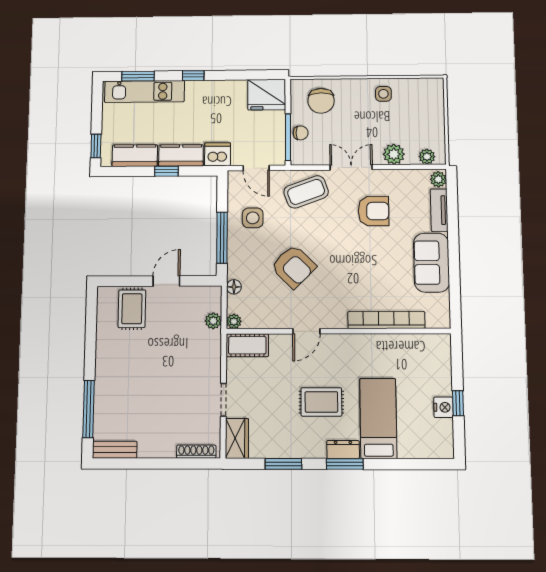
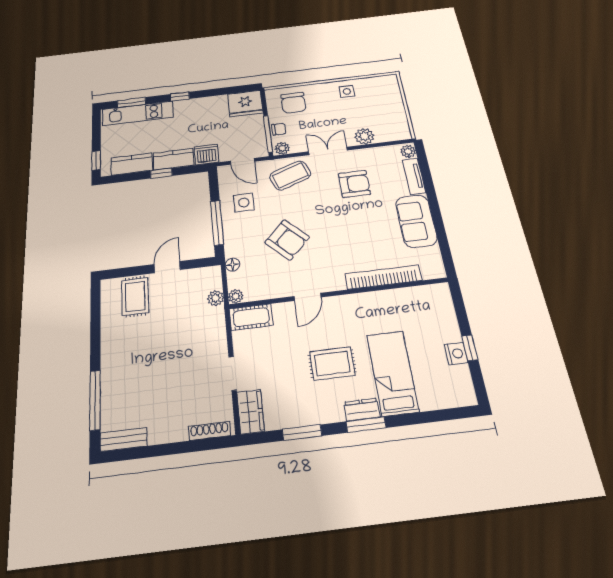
plant: (427, 157) -> (282, 148), moved

